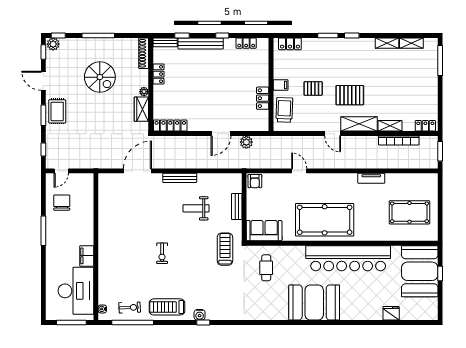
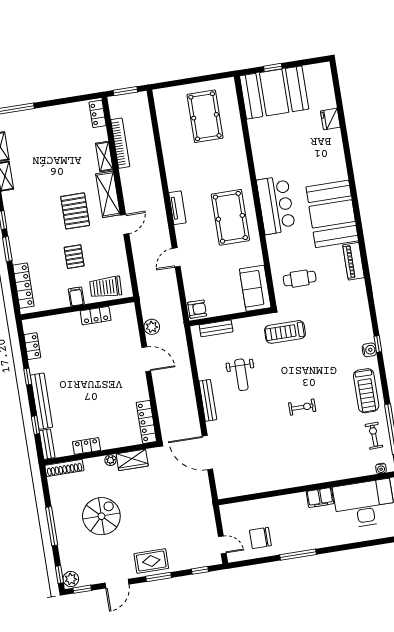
locker: (290, 44) -> (23, 286), width x1.53
tv unit: (371, 178) -> (177, 208), moved
bench: (237, 206) -> (216, 328), moved
pool table: (325, 220) -> (230, 217), width x0.73, depth x0.76
bar counter: (348, 258) -> (276, 205), width x0.54
piano: (273, 314) -> (354, 261), added

